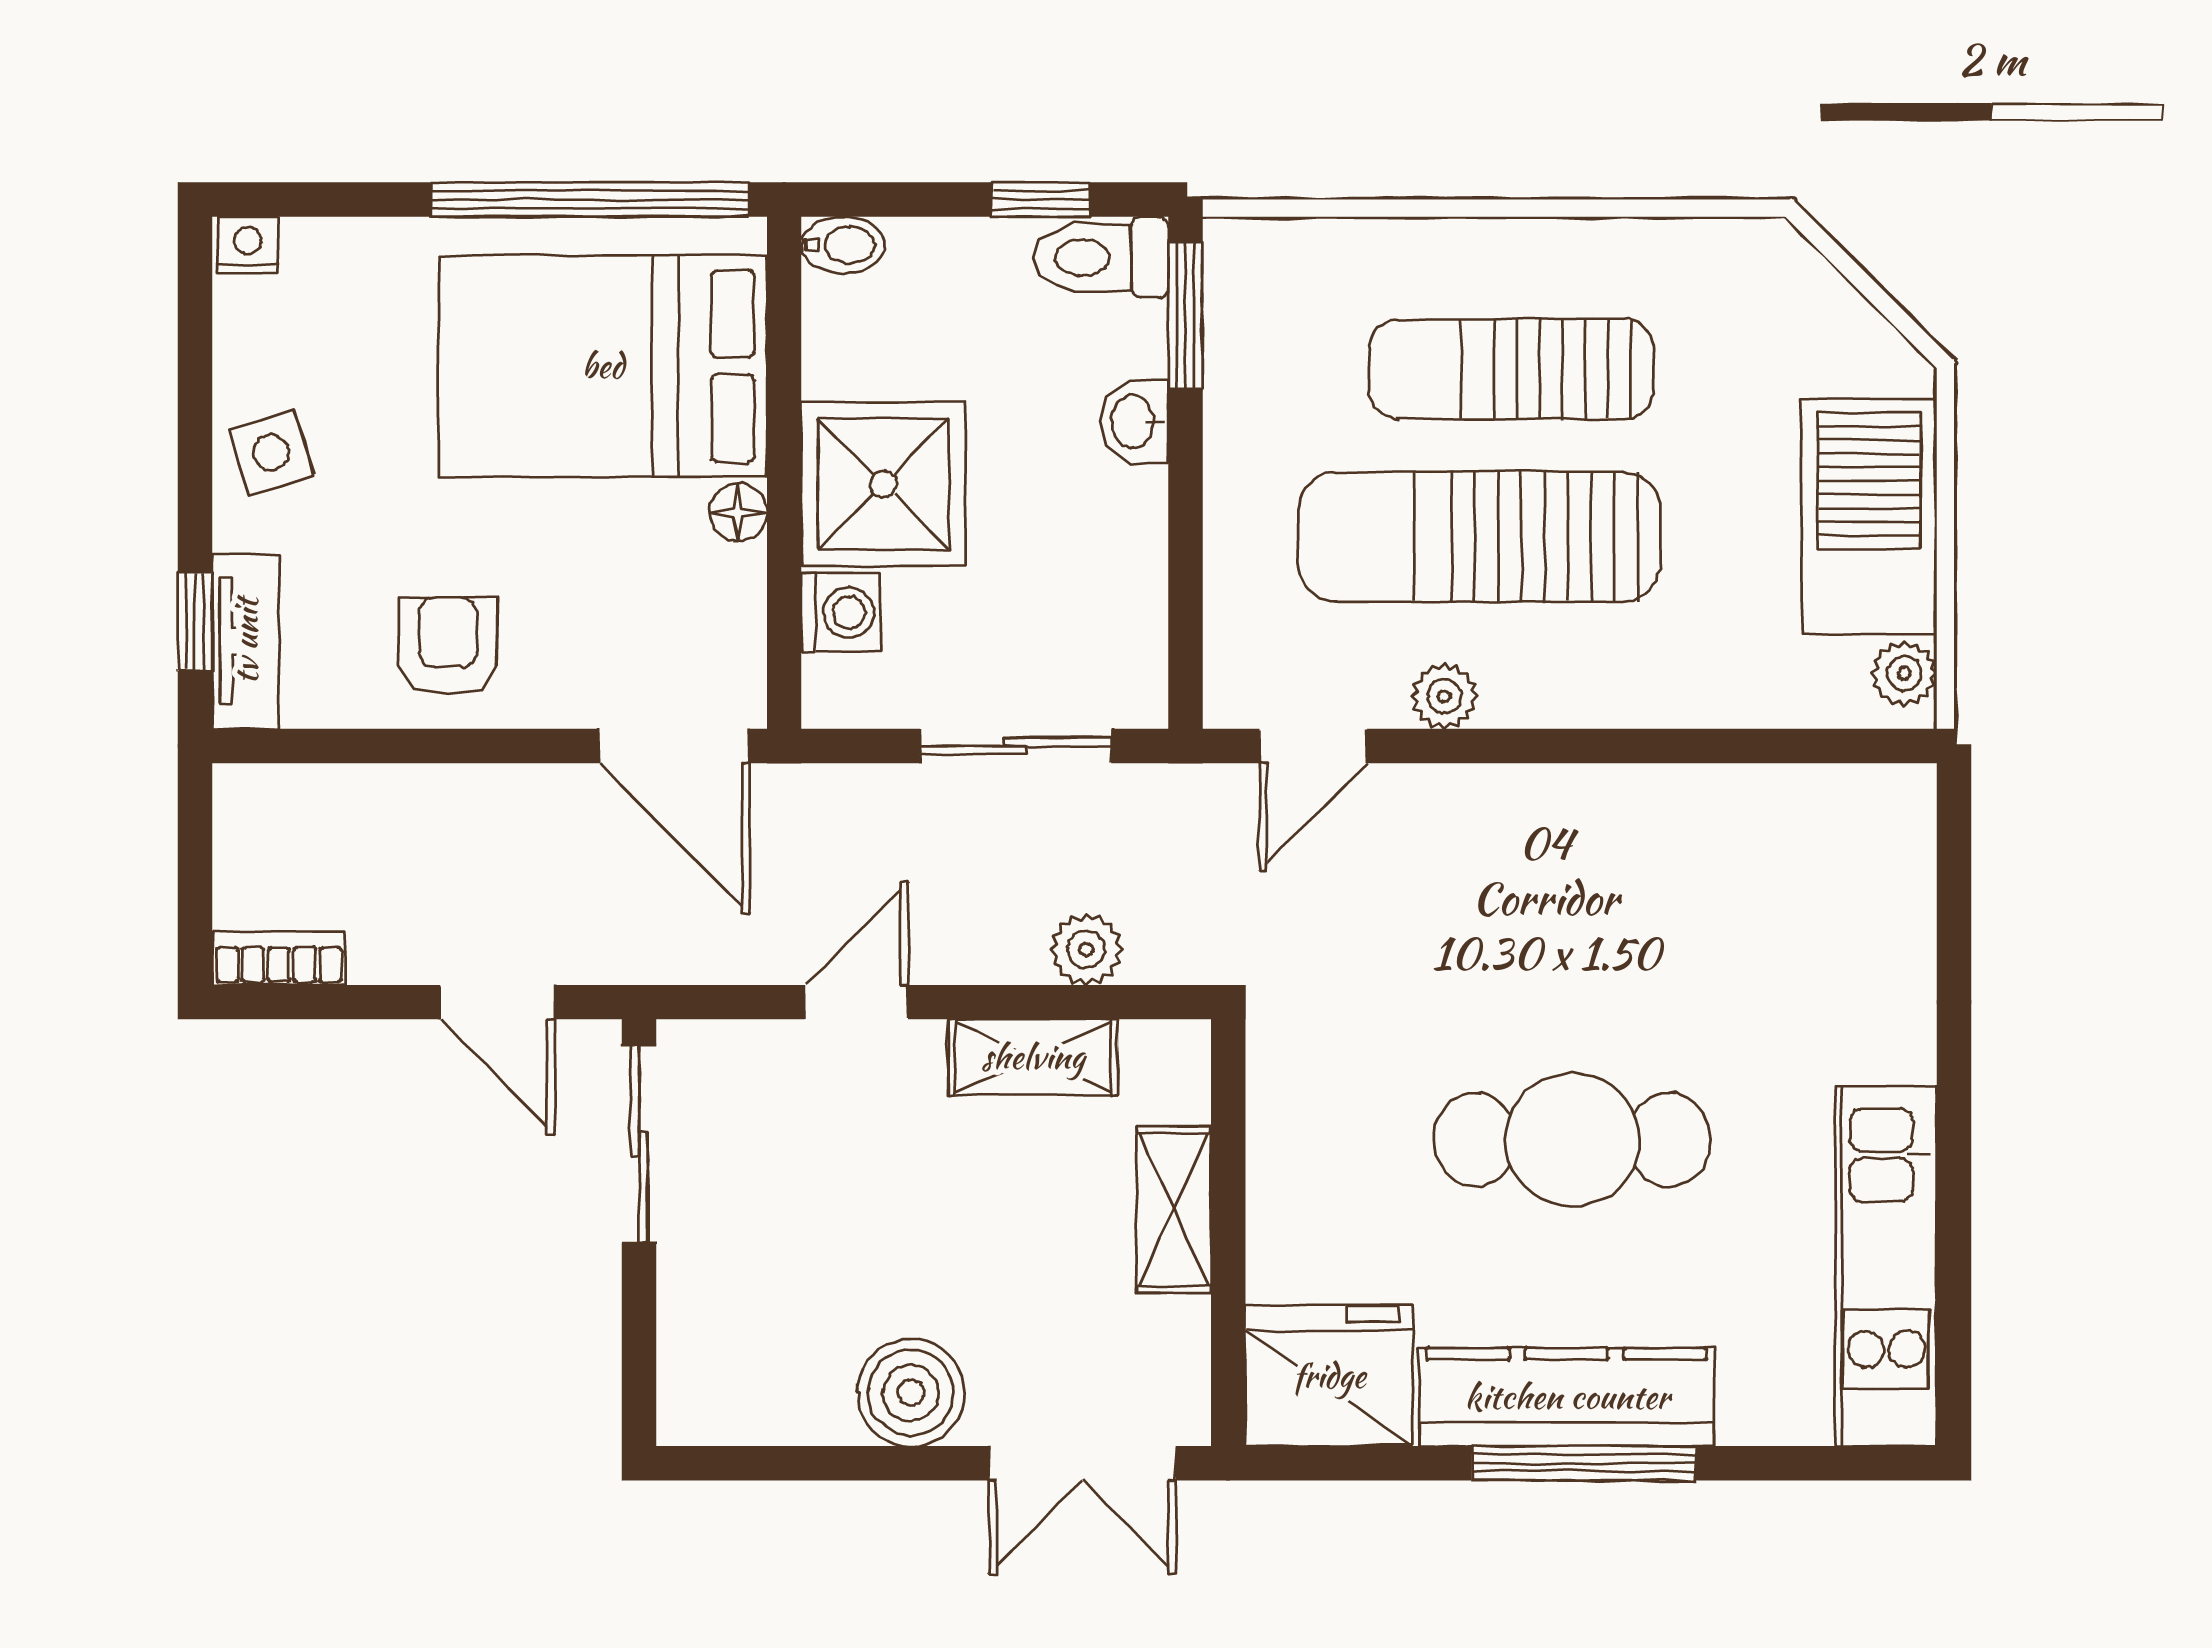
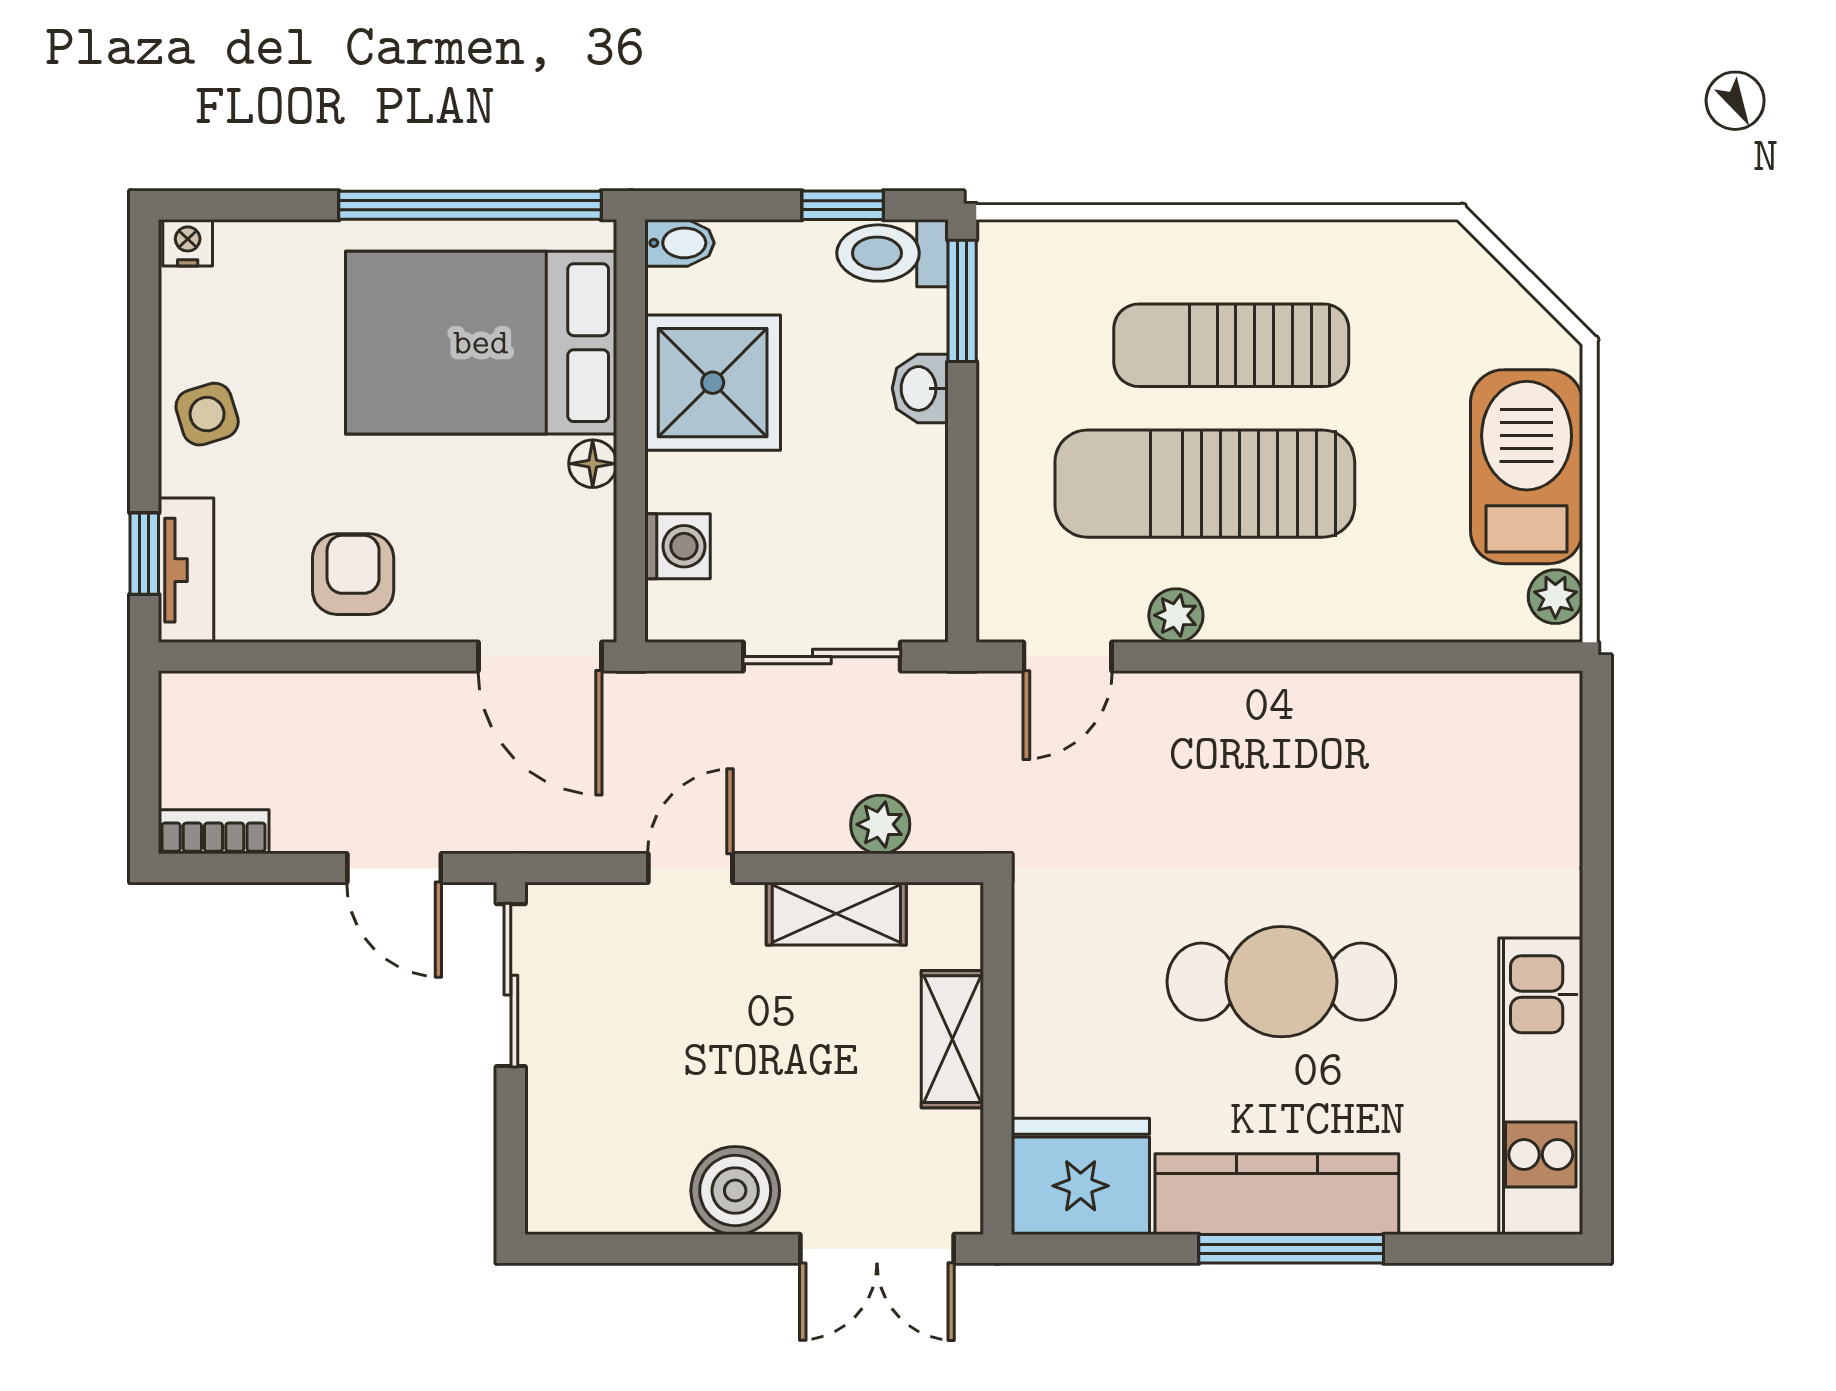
shower: (883, 484) -> (713, 383), moved

